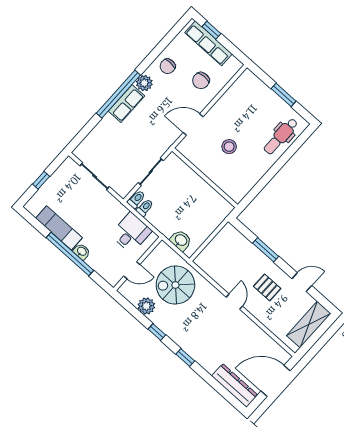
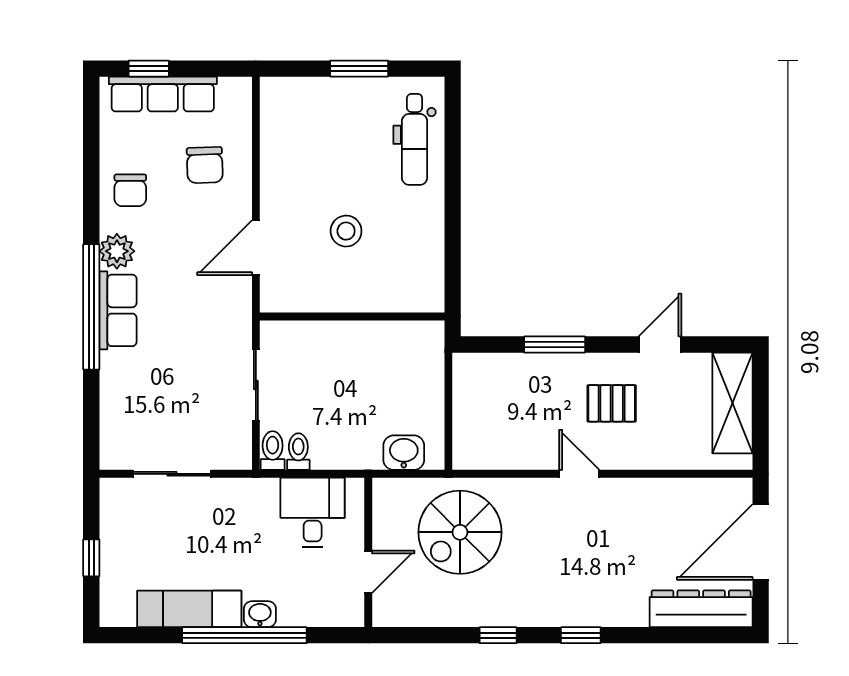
plant: (146, 306) -> (443, 608), removed

